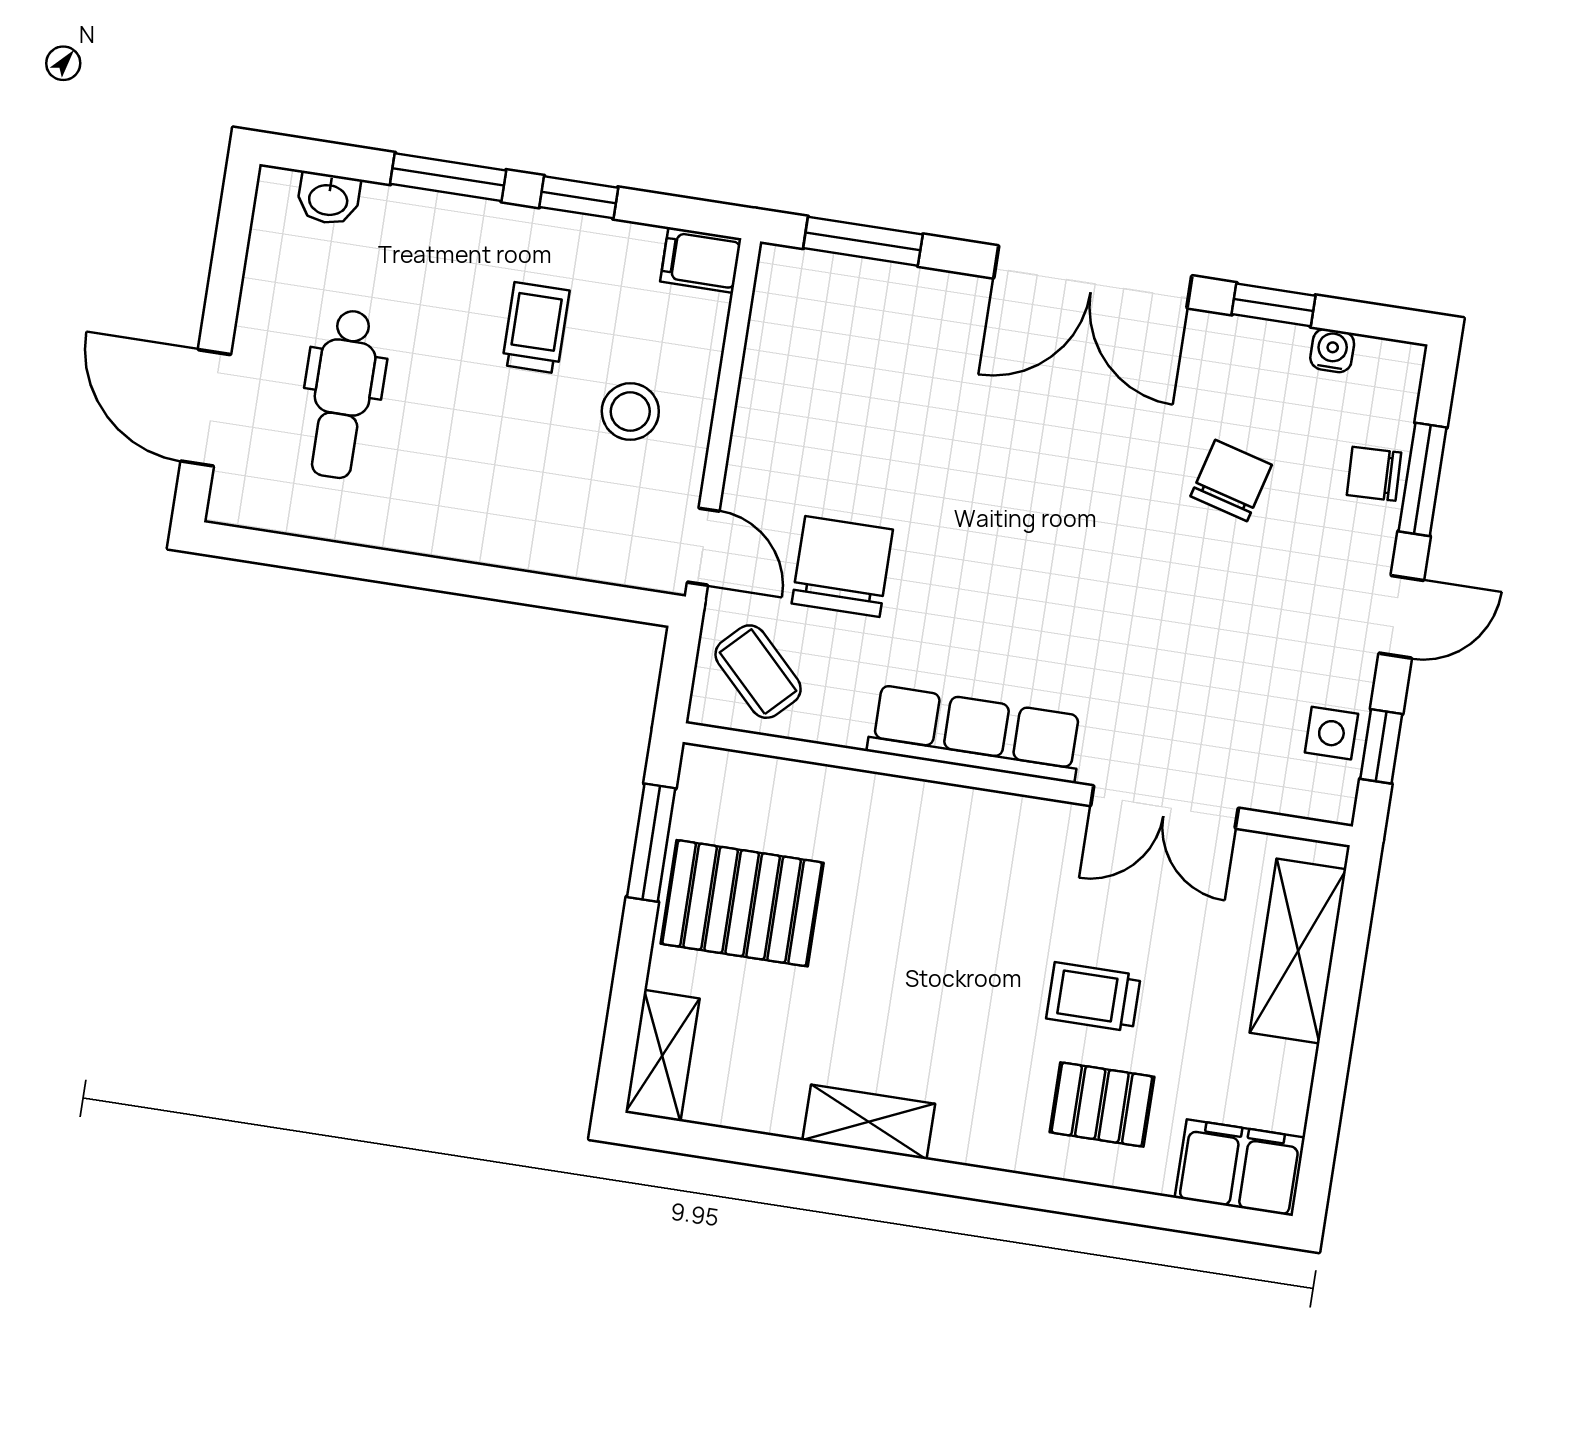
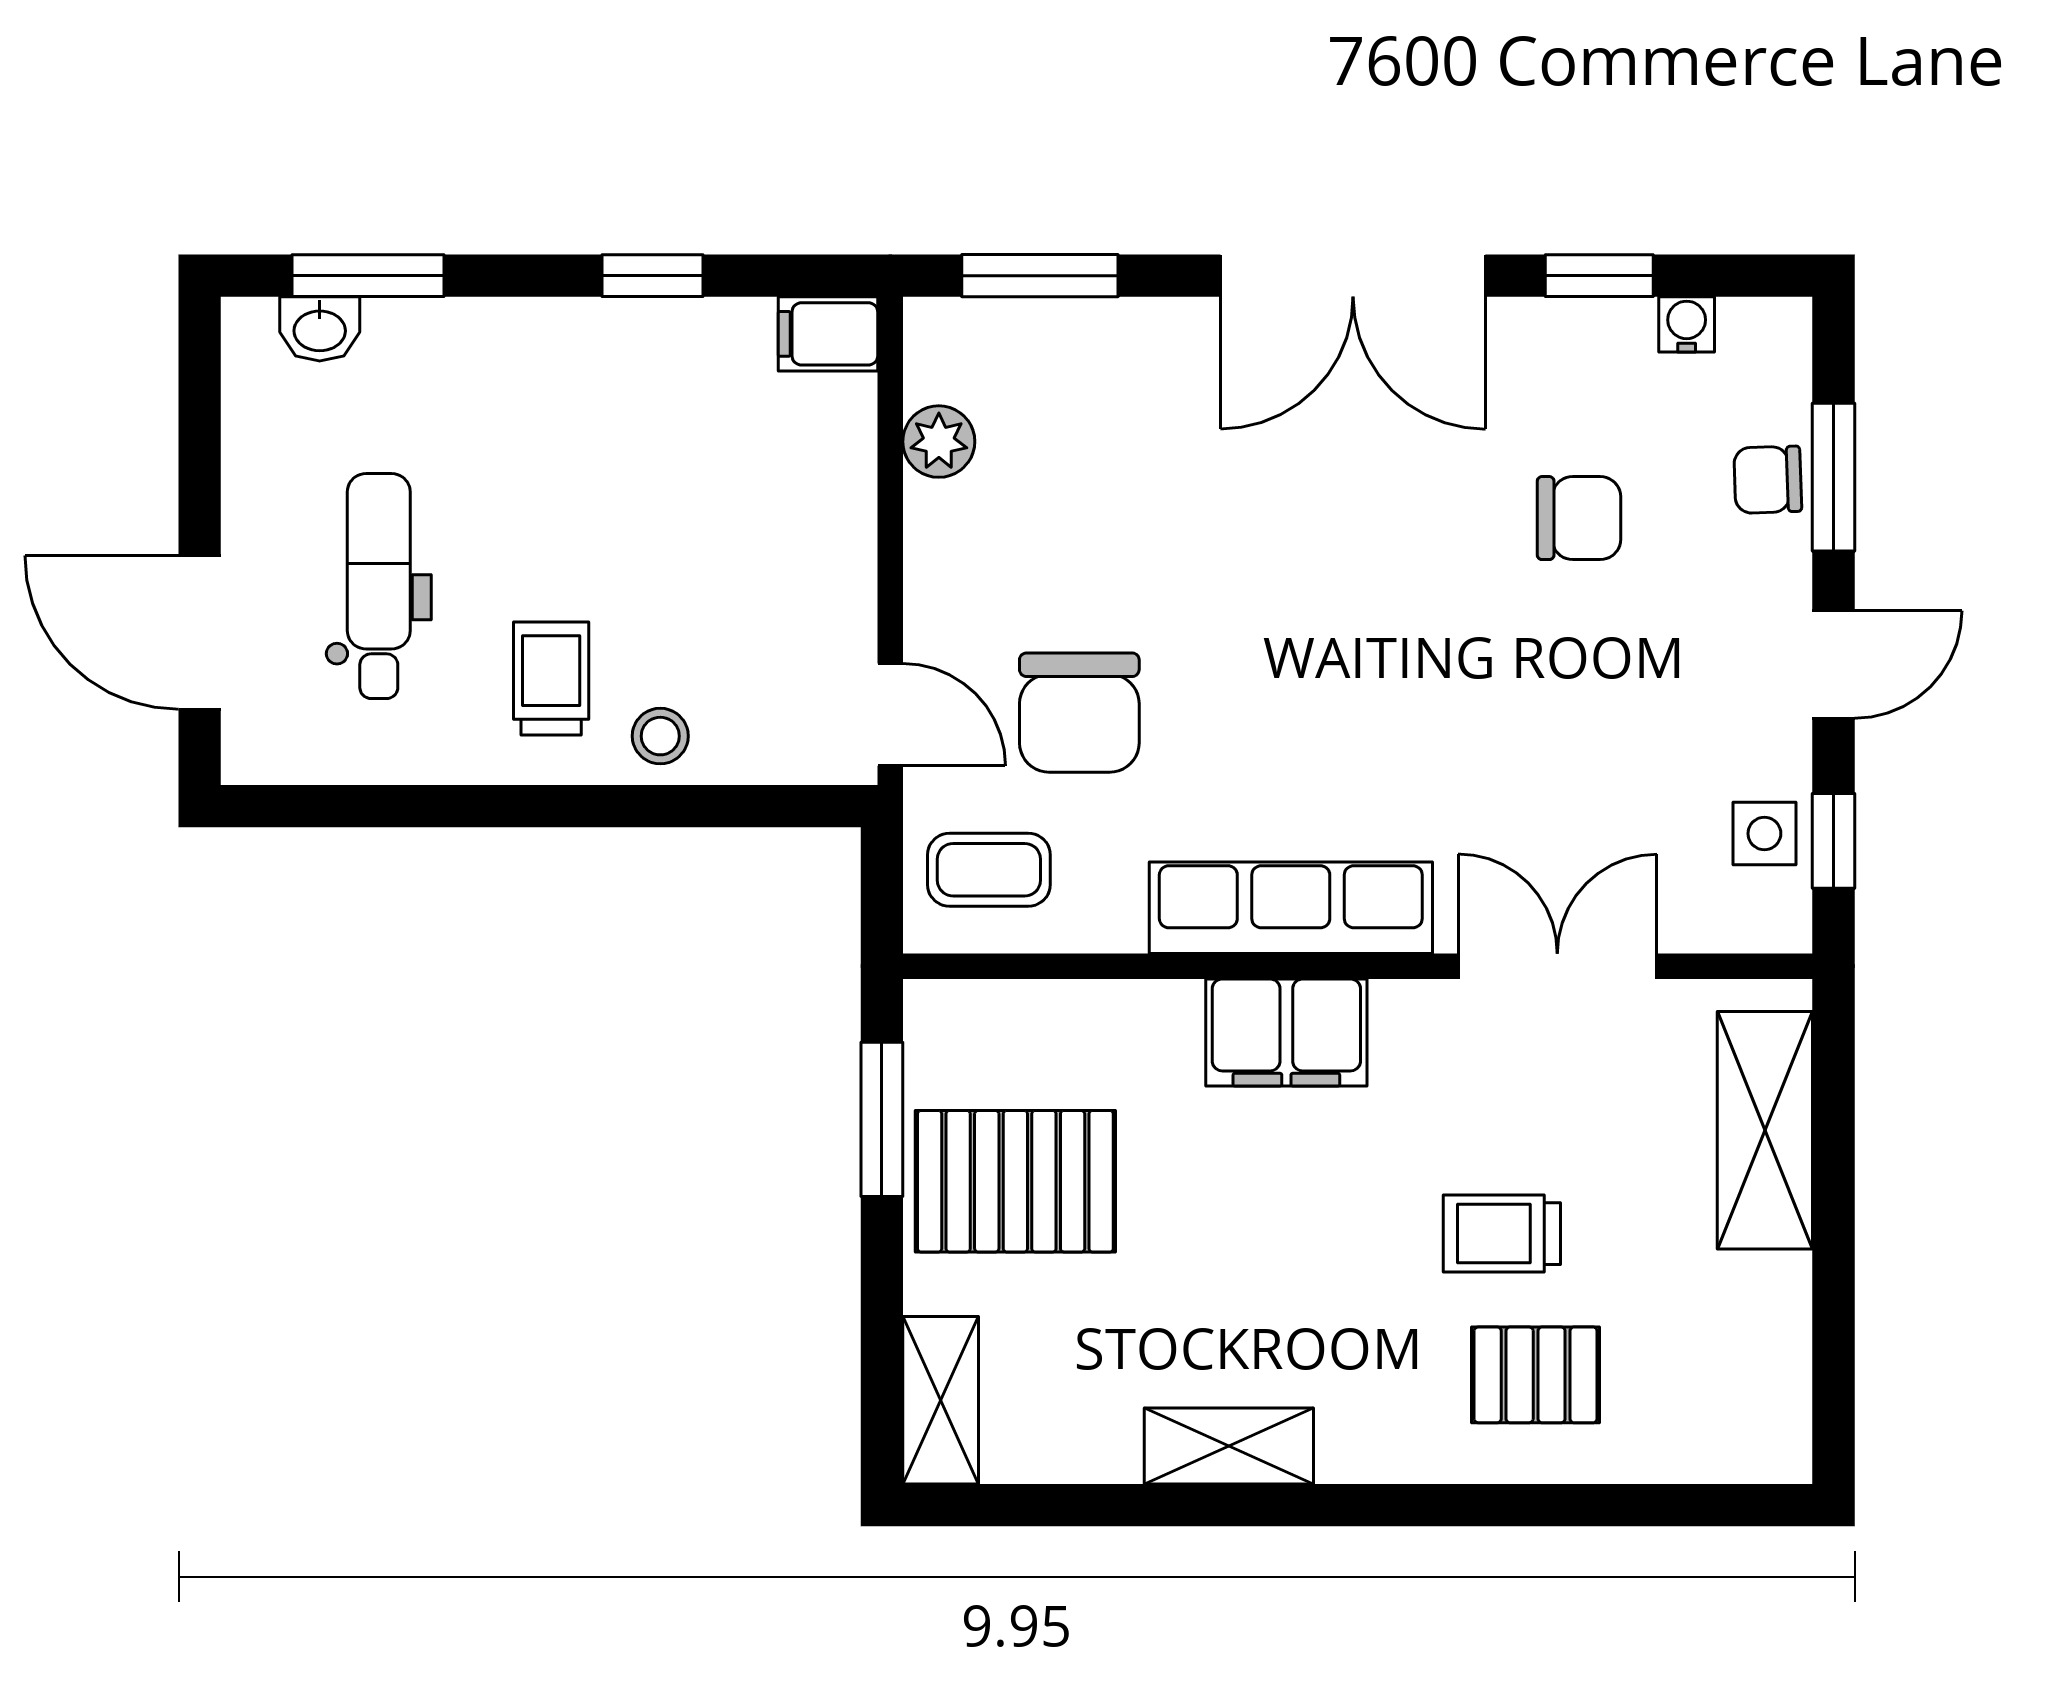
window: (448, 177) -> (368, 276), moved
trolley: (536, 328) -> (551, 679), moved
plant: (770, 352) -> (939, 442), added
dental chair: (343, 394) -> (379, 586), turned 180
stool: (630, 412) -> (660, 736), moved, width x0.73, depth x0.73
chair: (1231, 481) -> (1579, 518), turned 75
chair: (842, 566) -> (1079, 713), turned 180
coffee table: (758, 672) -> (989, 870), turned -45
double door: (1164, 807) -> (1557, 966), swing flipped
filing cabinet: (1240, 1168) -> (1286, 1032), moved, turned 180

